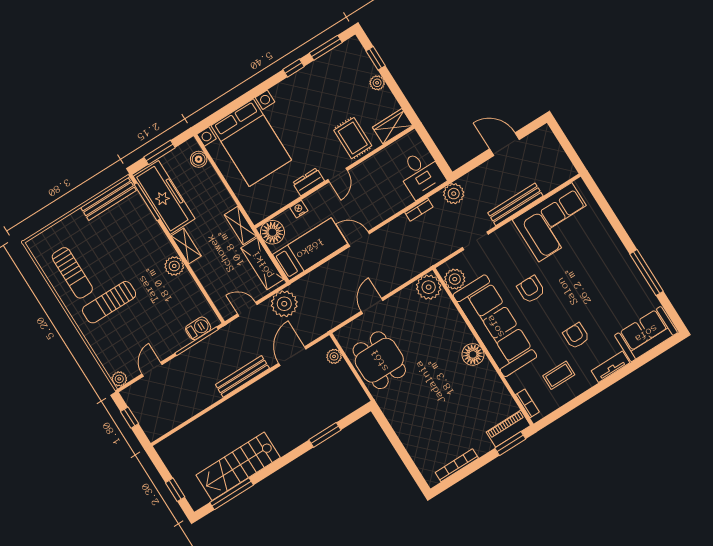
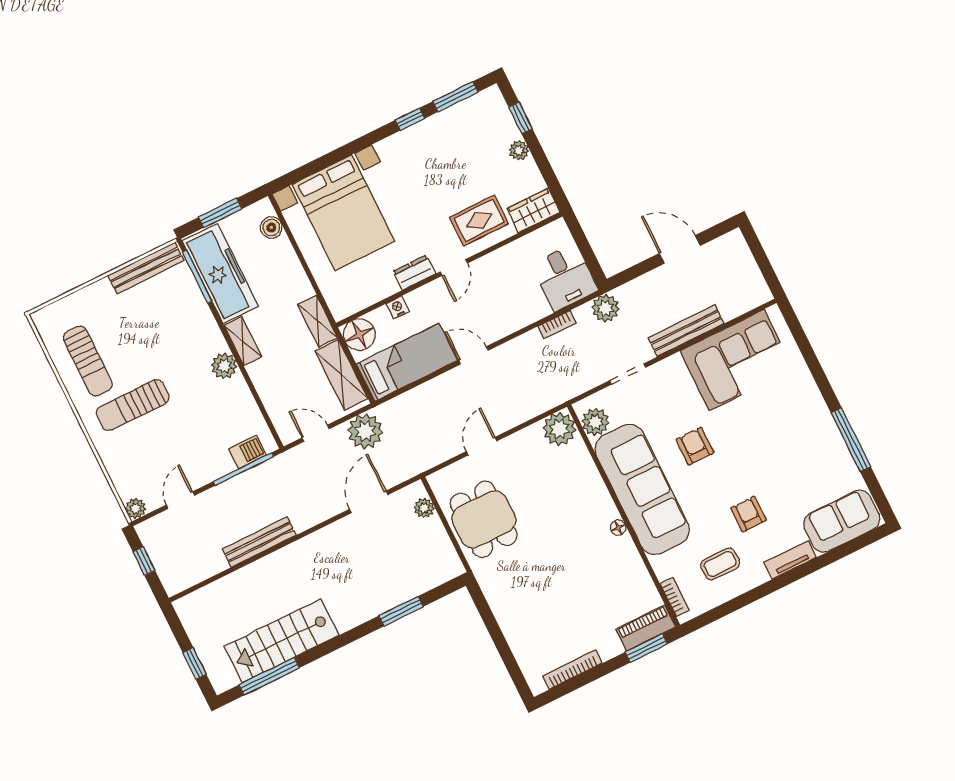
rug: (353, 138) -> (479, 220), turned 90
floor lamp: (473, 354) -> (618, 528), width x0.53, depth x0.53
bench: (242, 376) -> (259, 542), moved

